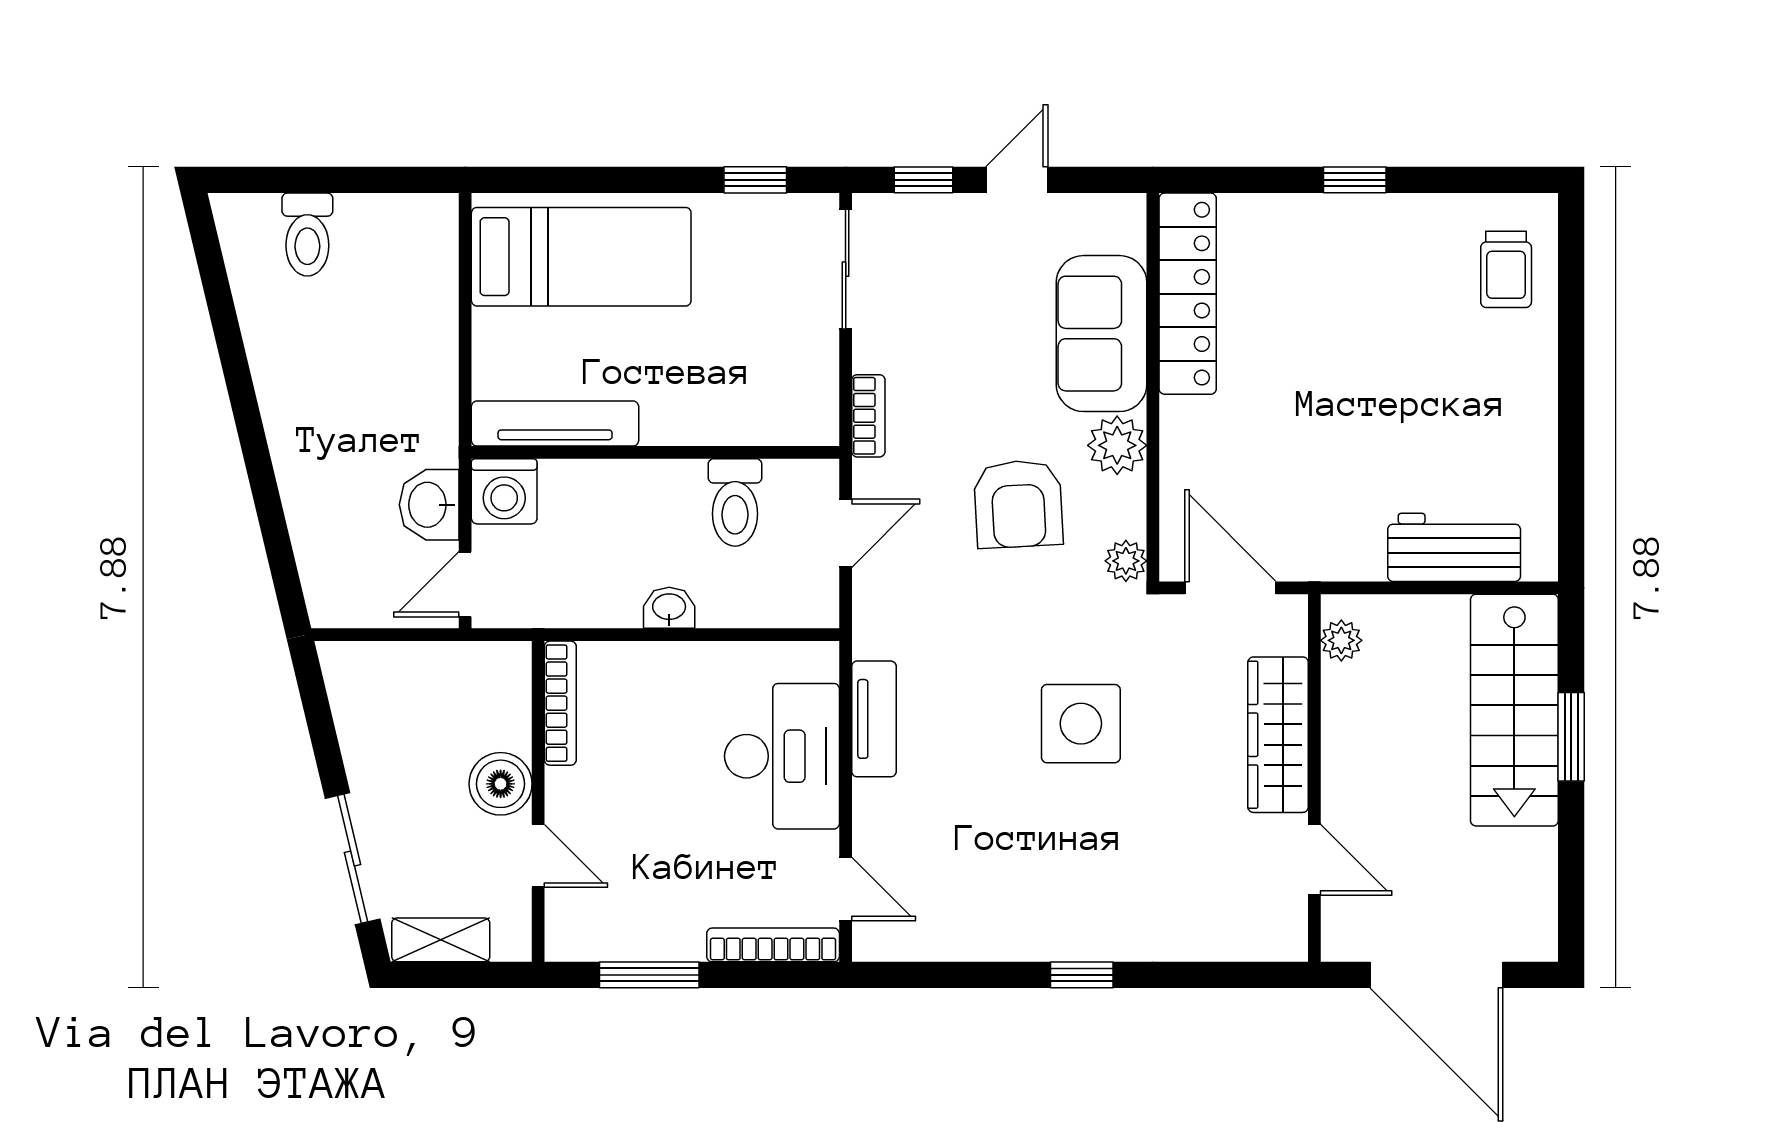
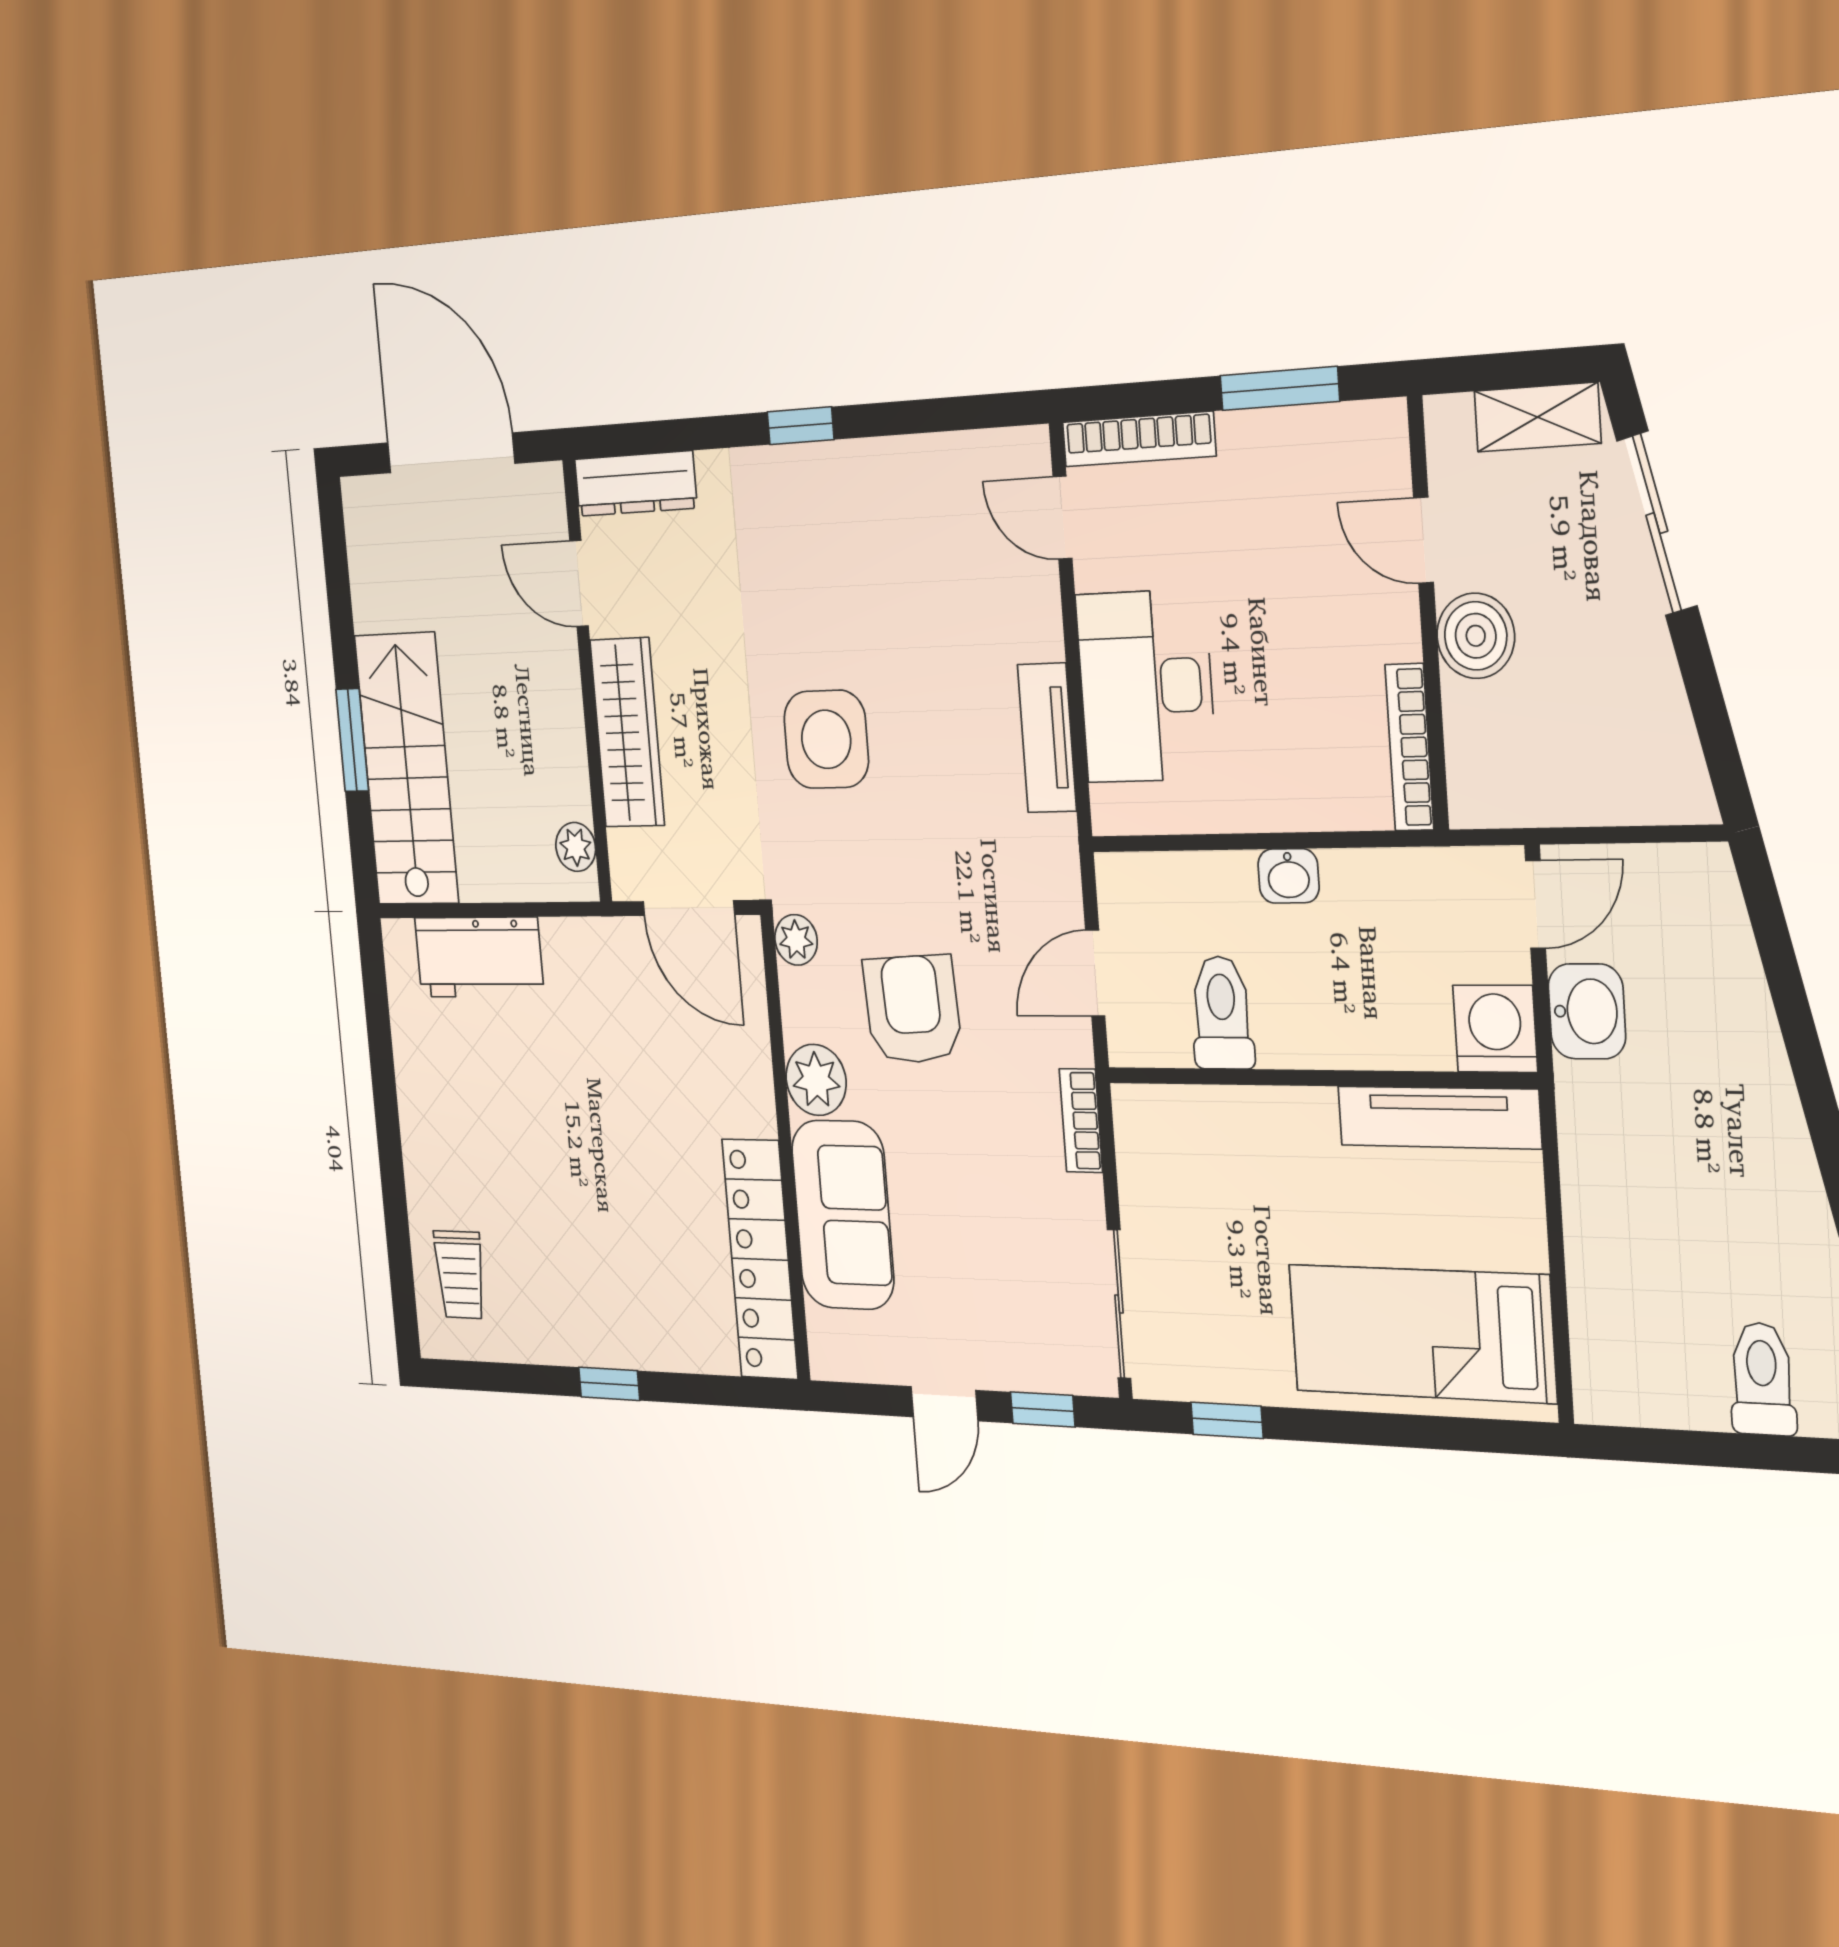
trolley: (1506, 269) -> (460, 1275), turned 180
dresser: (1248, 939) -> (636, 484), added

